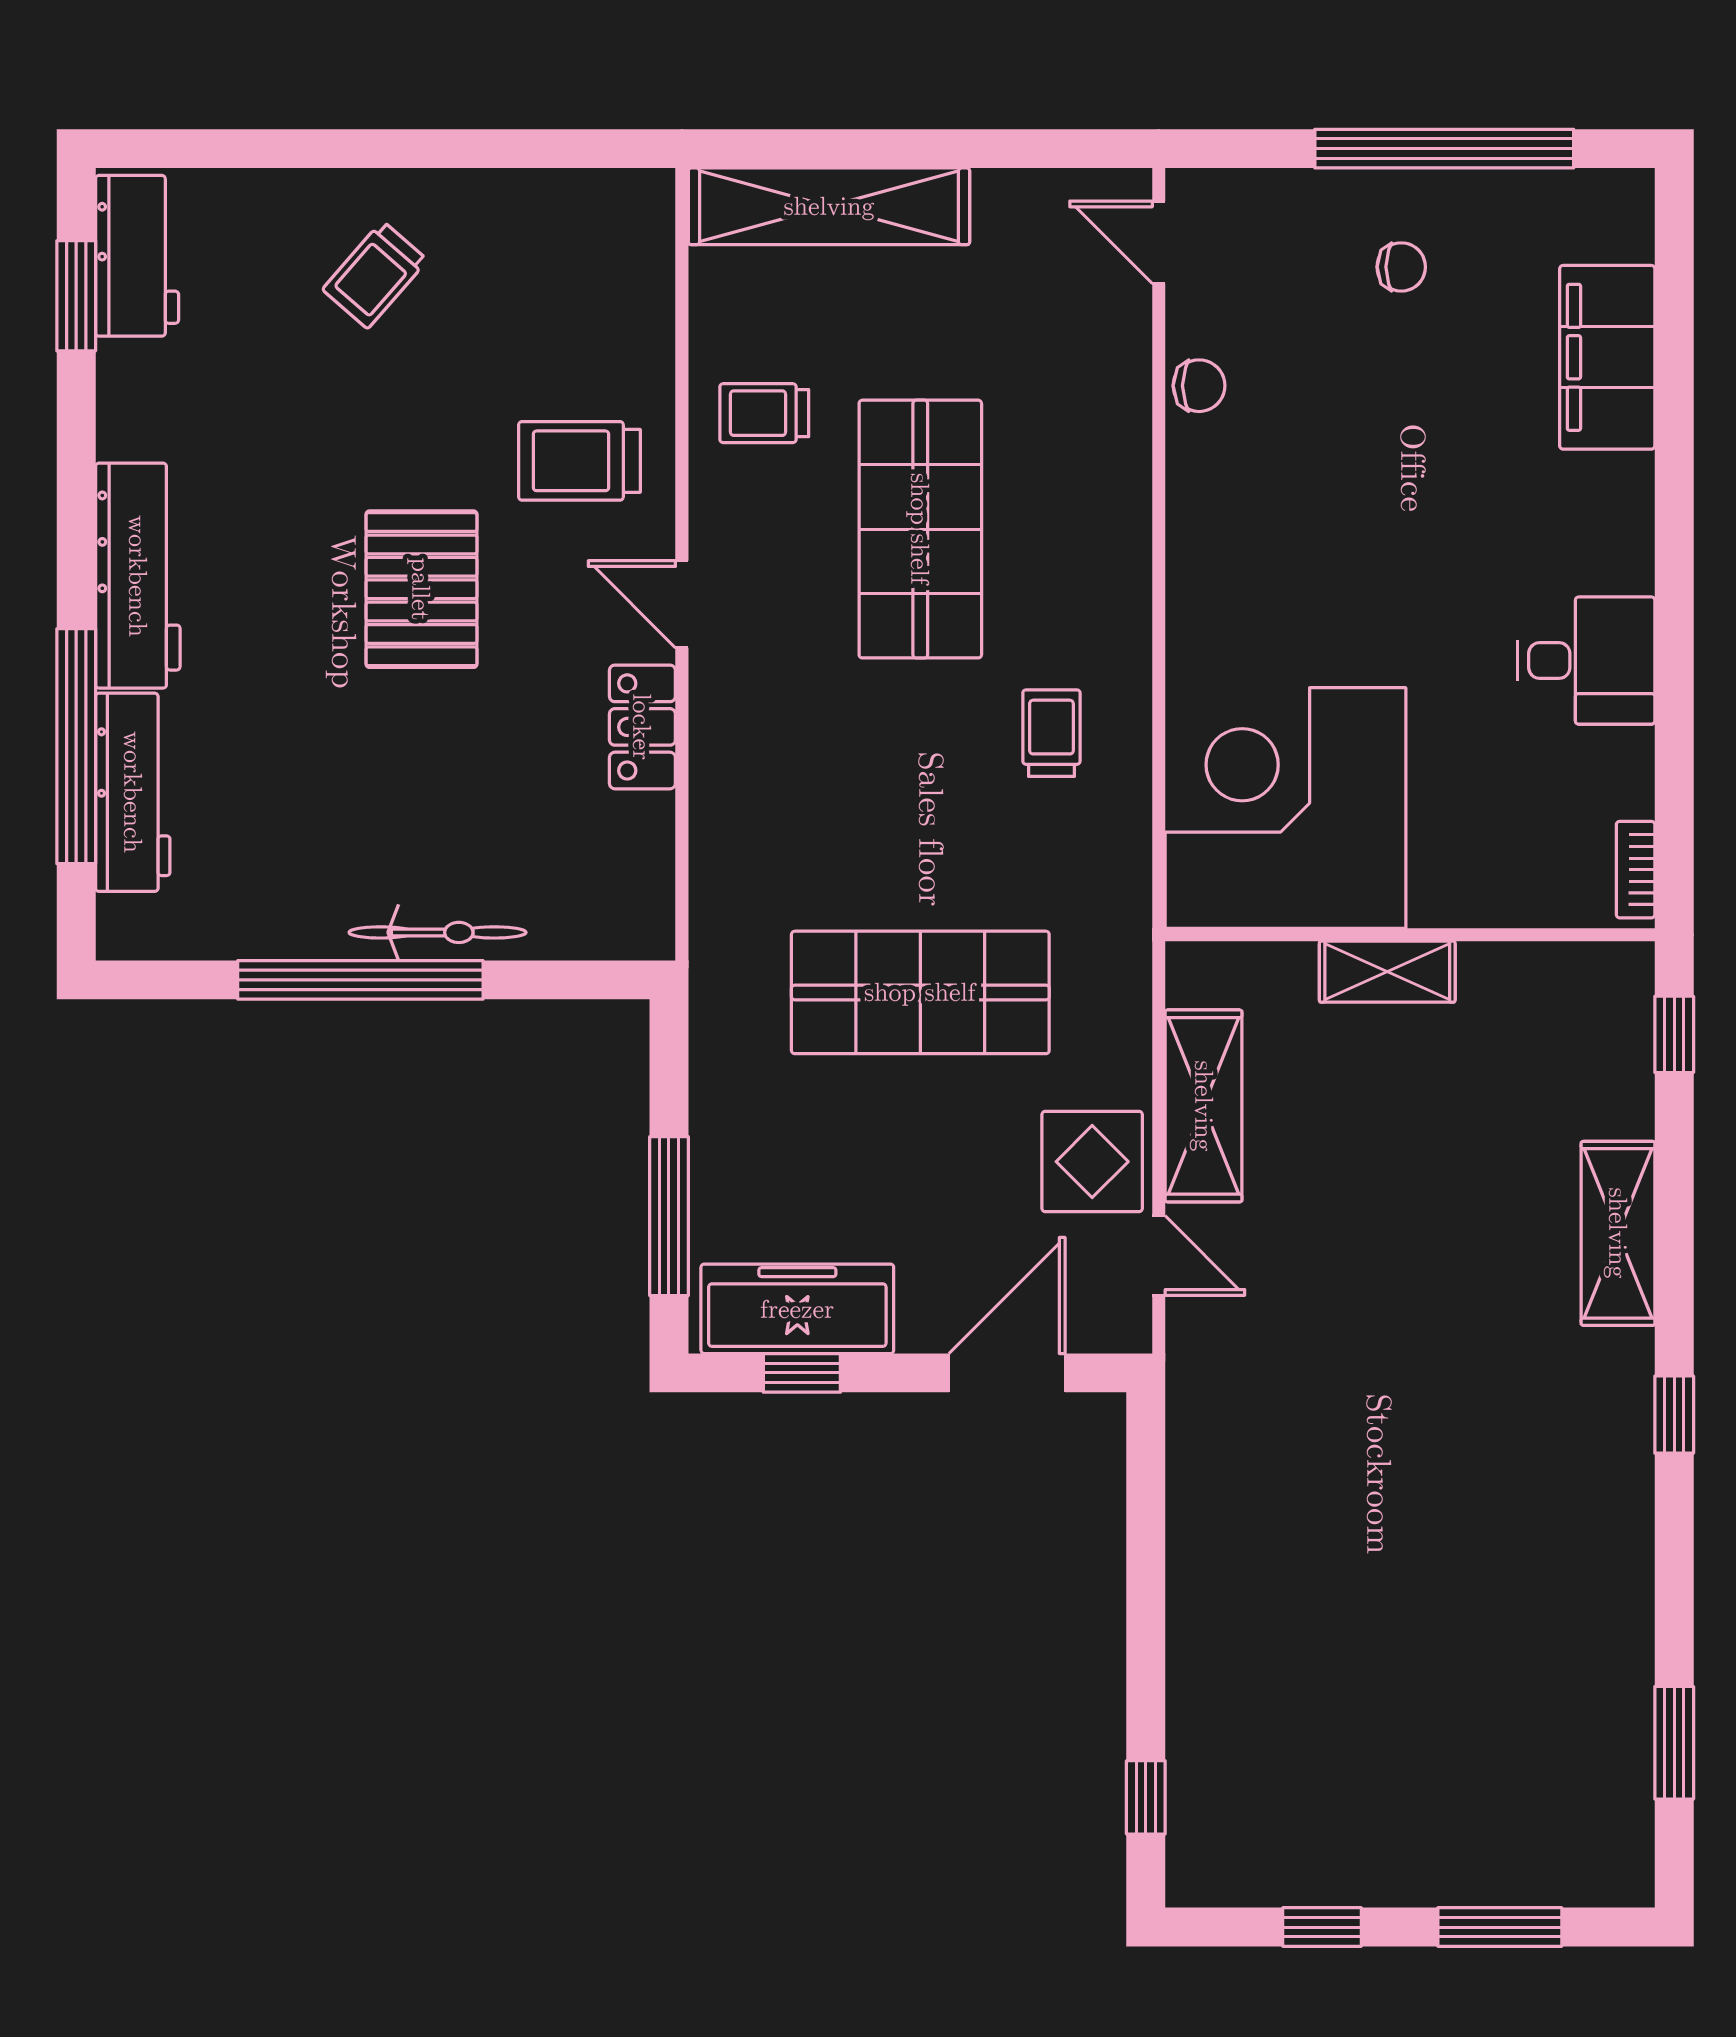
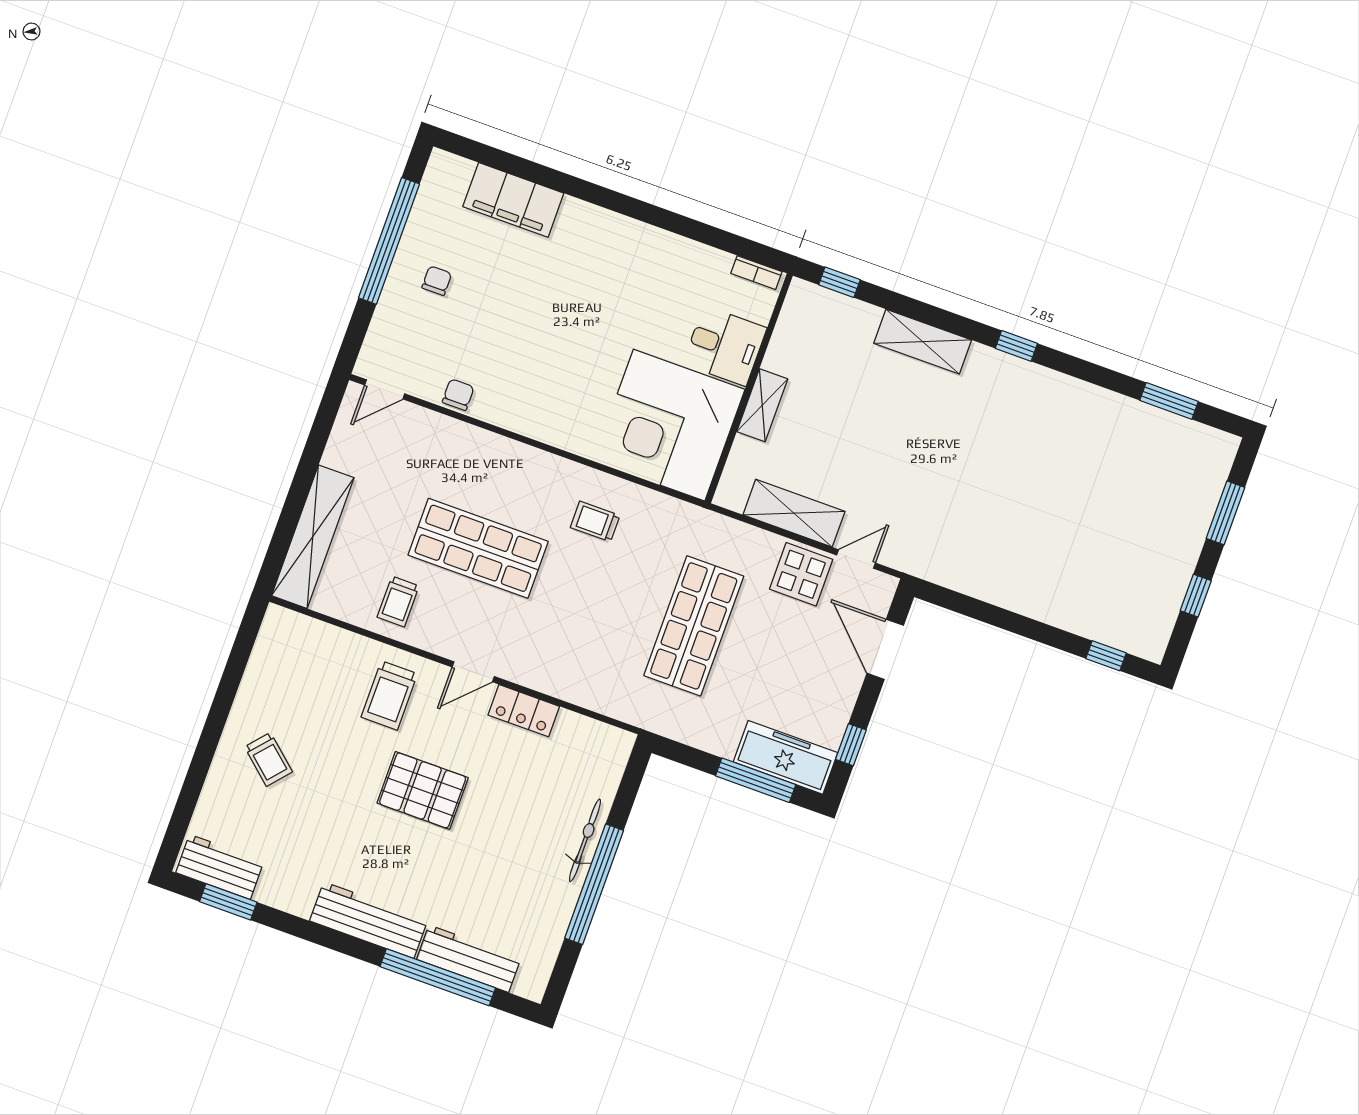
desk: (1586, 661) -> (725, 346), moved, turned 90
freezer: (797, 1309) -> (786, 757), moved, turned 90

